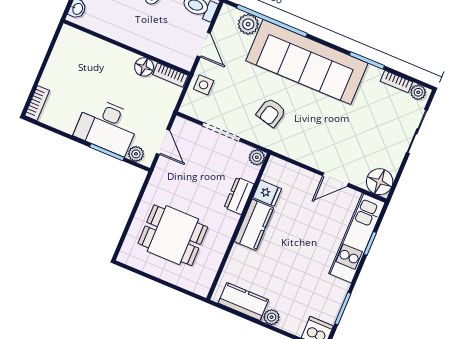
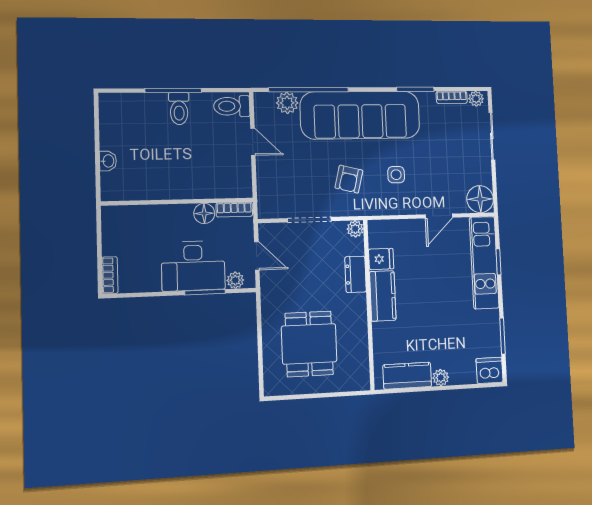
wall: (127, 47) -> (178, 202), moved
floor lamp: (144, 67) -> (204, 213), moved
bookcase: (170, 75) -> (234, 210), moved
side table: (204, 85) -> (396, 175), moved
dining table: (173, 235) -> (309, 344), turned 90

